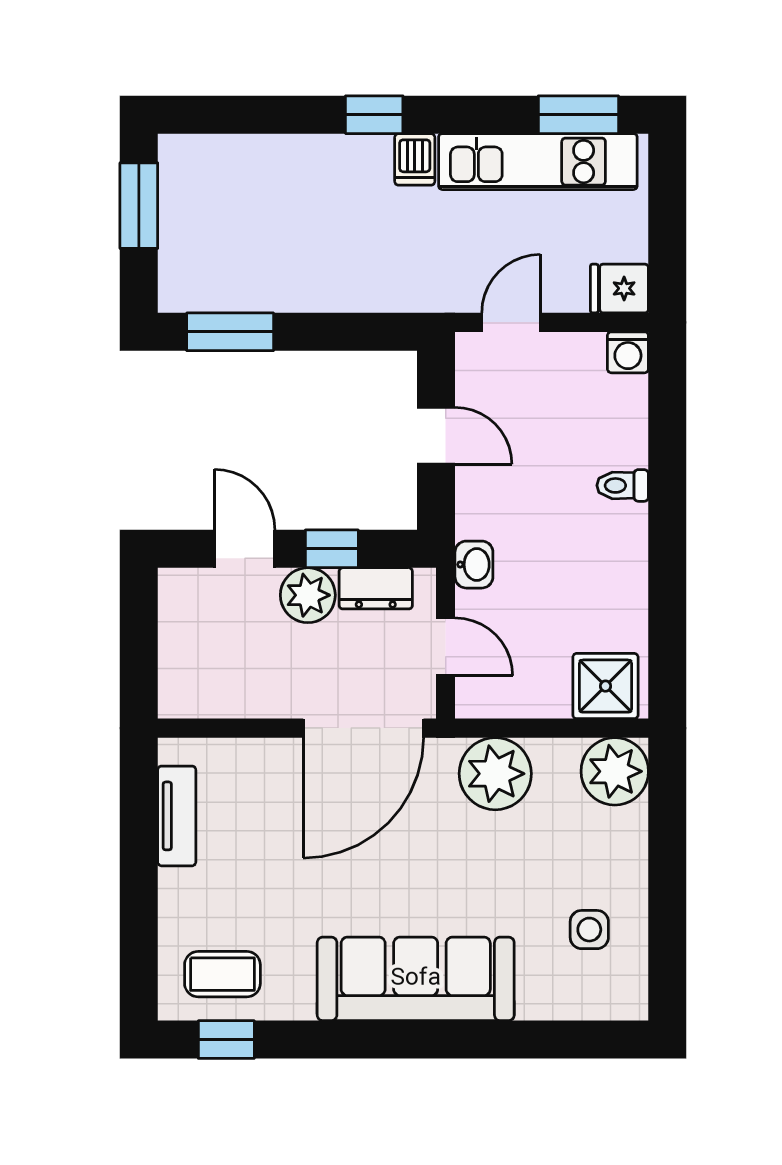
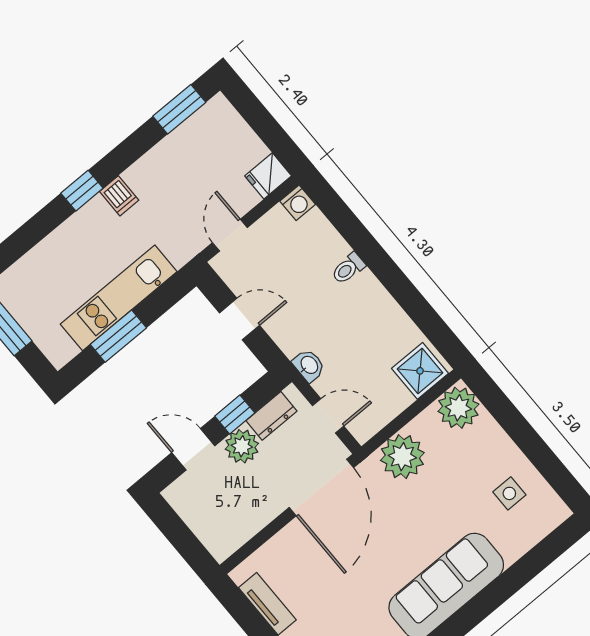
kitchen unit: (538, 162) -> (119, 298), moved, turned 180
window: (230, 332) -> (118, 336), moved

